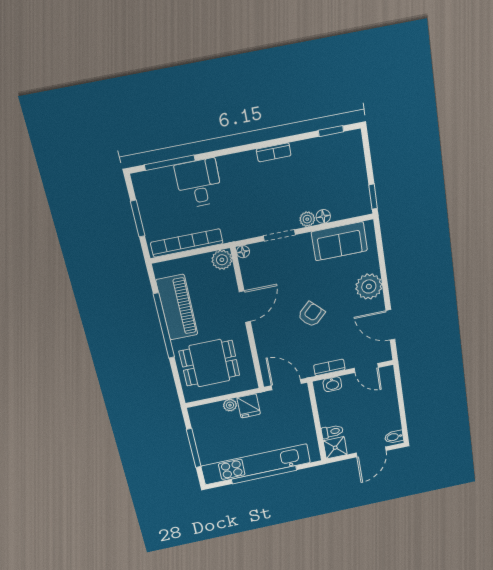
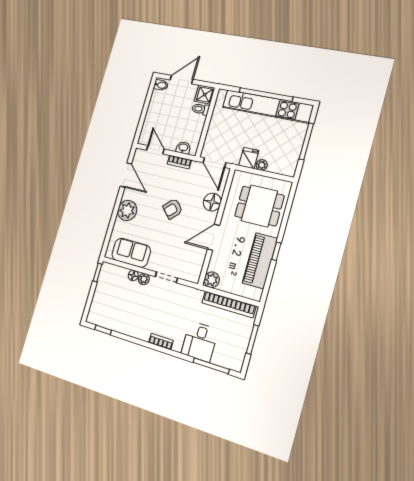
bookcase: (274, 152) -> (161, 342), moved
floor lamp: (243, 252) -> (212, 202), moved, width x1.89, depth x1.89
window: (164, 326) -> (276, 251), width x0.32

